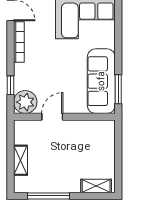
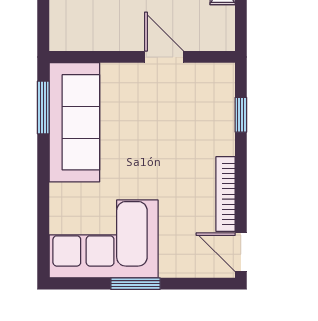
plant: (25, 102) -> (214, 84), removed
door: (52, 117) -> (164, 57), swing flipped

